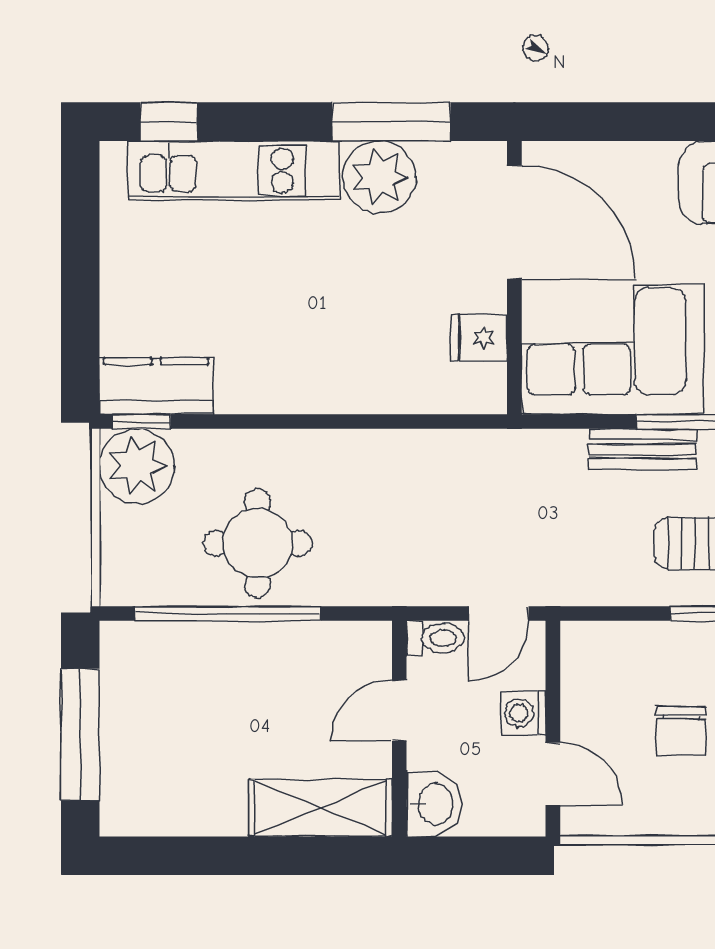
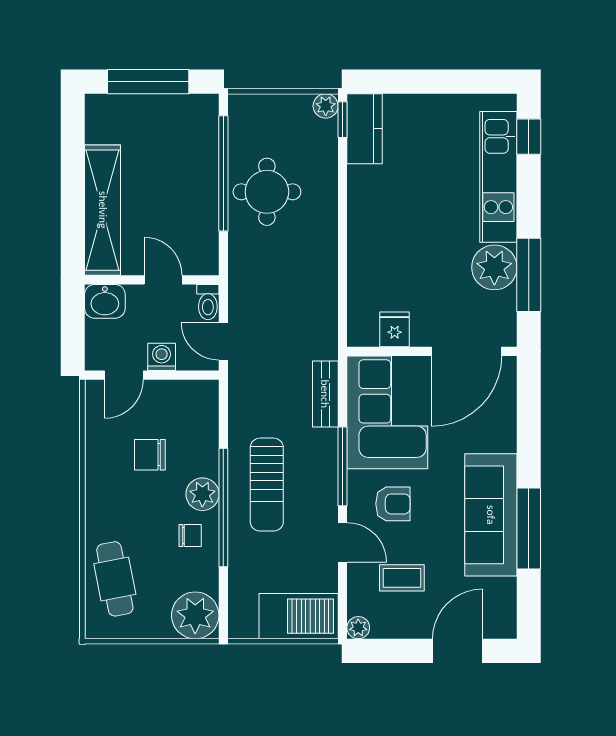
bench: (642, 449) -> (325, 394), moved
plant: (137, 466) -> (326, 106), width x0.53, depth x0.53
shelving: (320, 808) -> (103, 210), width x1.47

